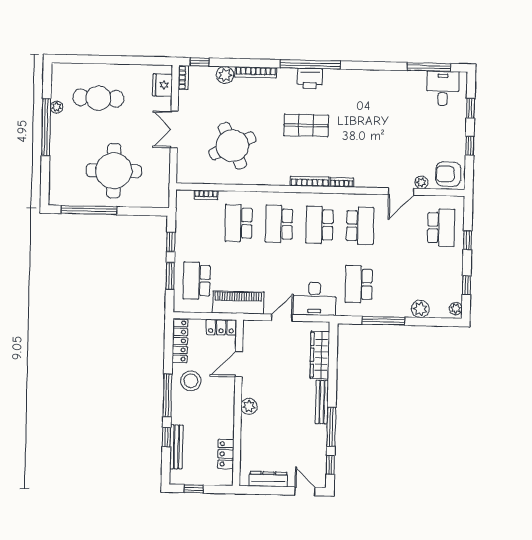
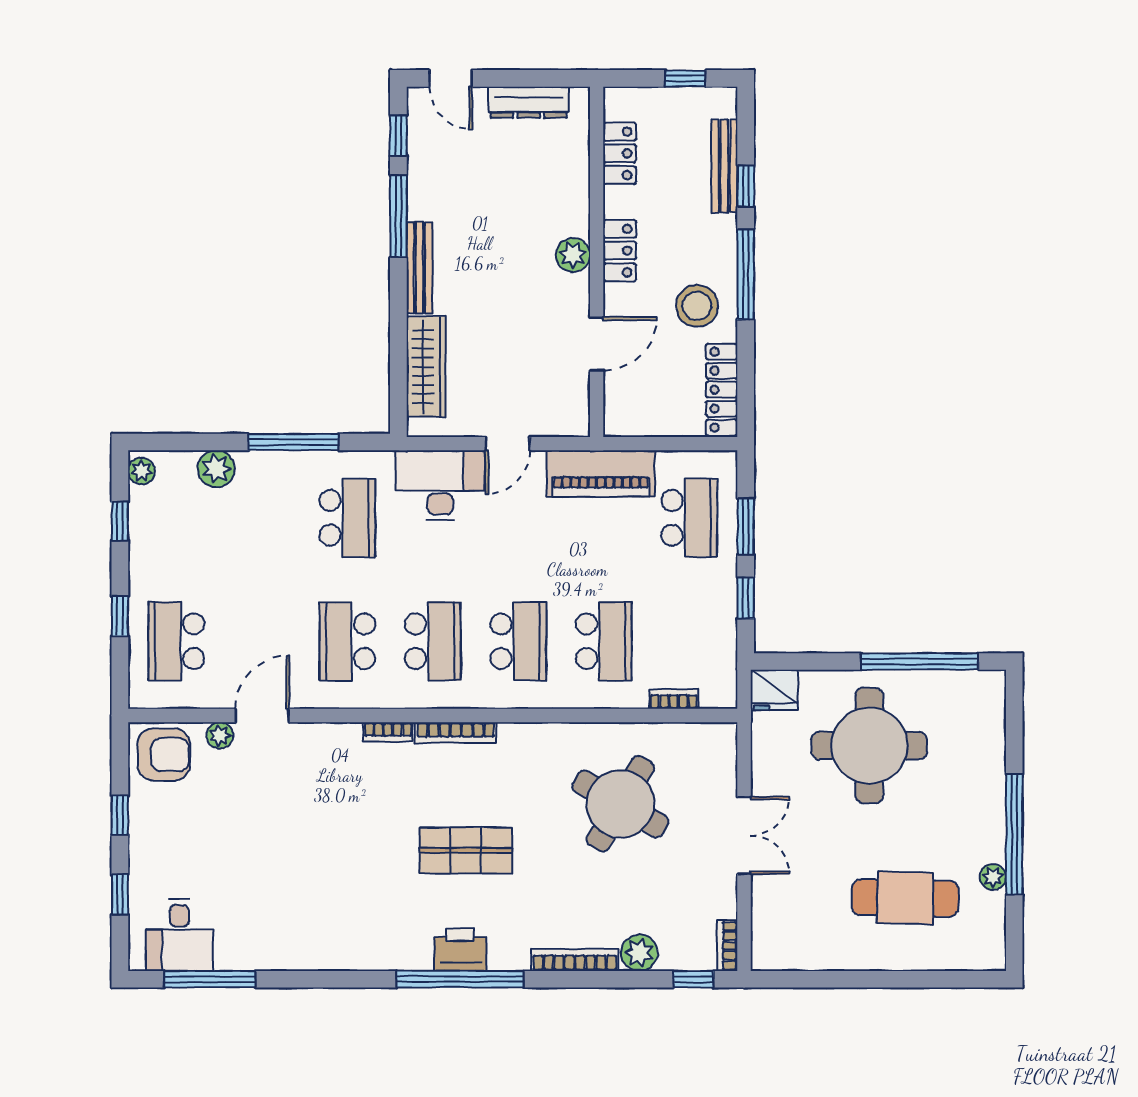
fridge: (162, 85) -> (774, 690), moved, turned 90
round table: (232, 146) -> (620, 804), turned -35
locker: (221, 327) -> (620, 251), moved, turned 90

